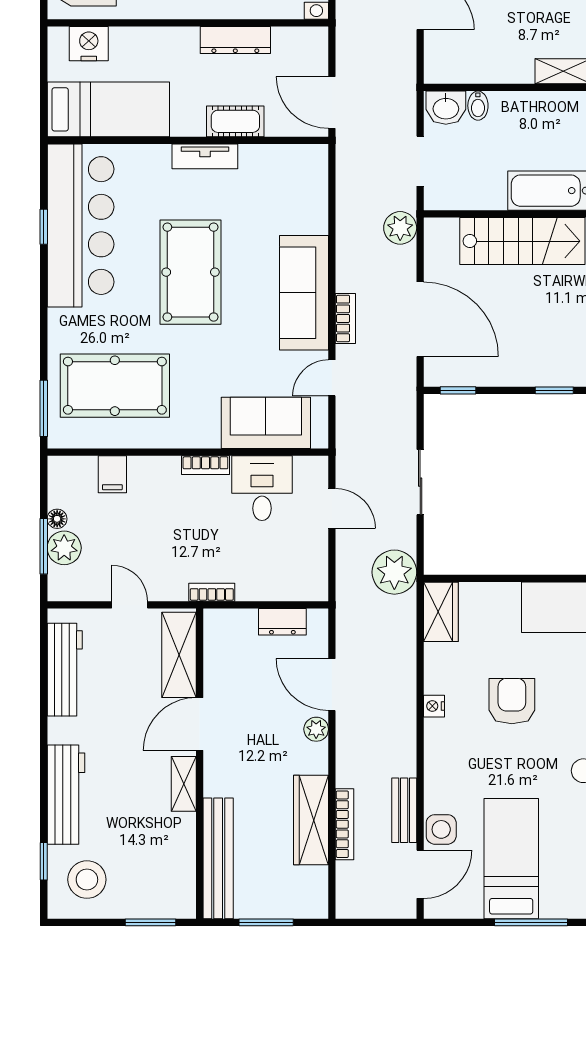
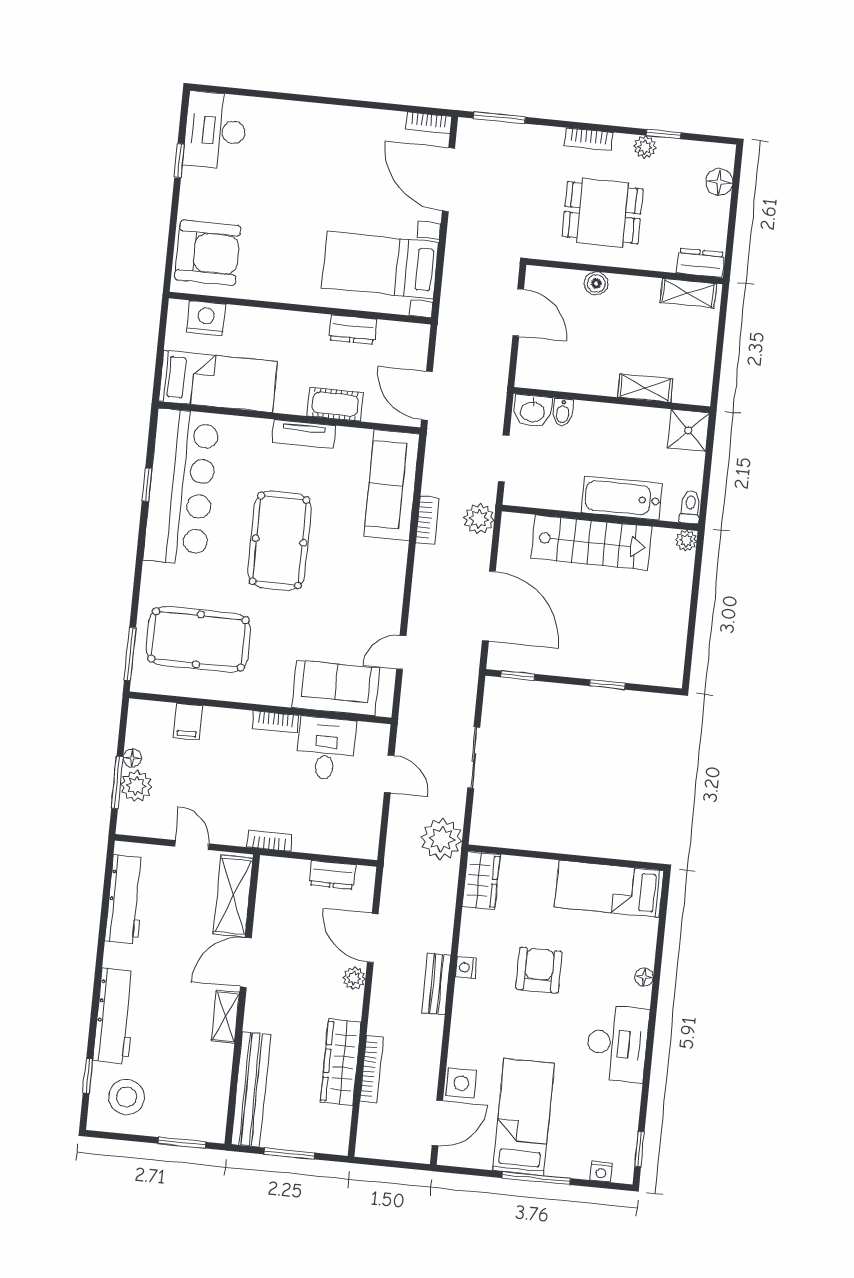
dresser: (235, 40) -> (353, 330), width x0.70
sofa: (304, 293) -> (392, 485), moved
bookcase: (345, 318) -> (427, 520), moved
bench: (404, 810) -> (436, 984), moved

